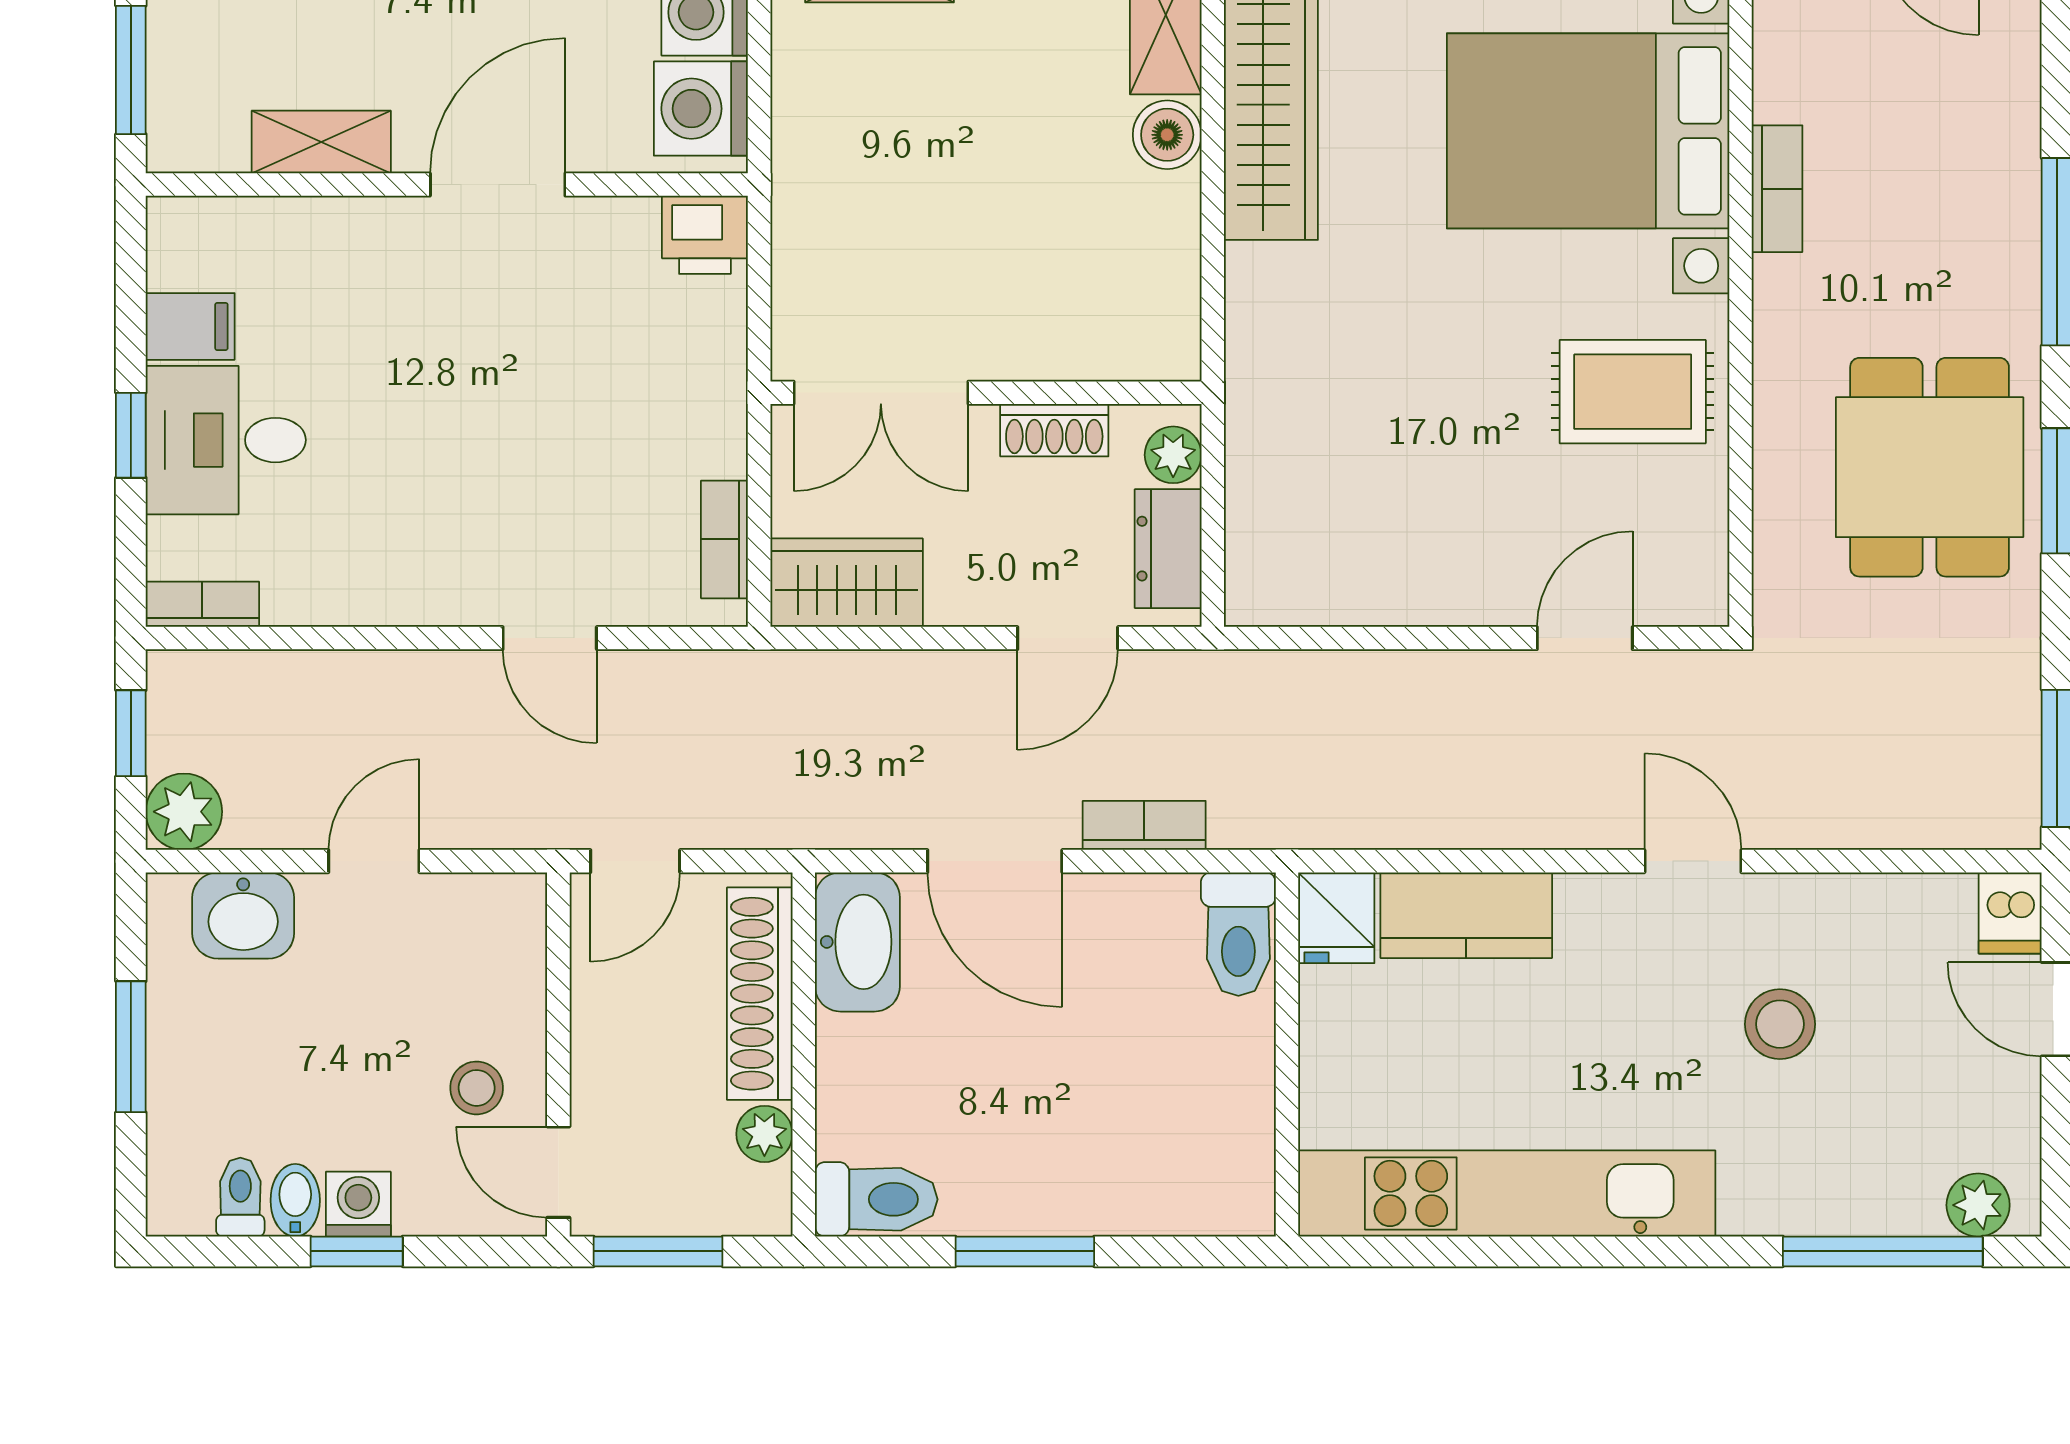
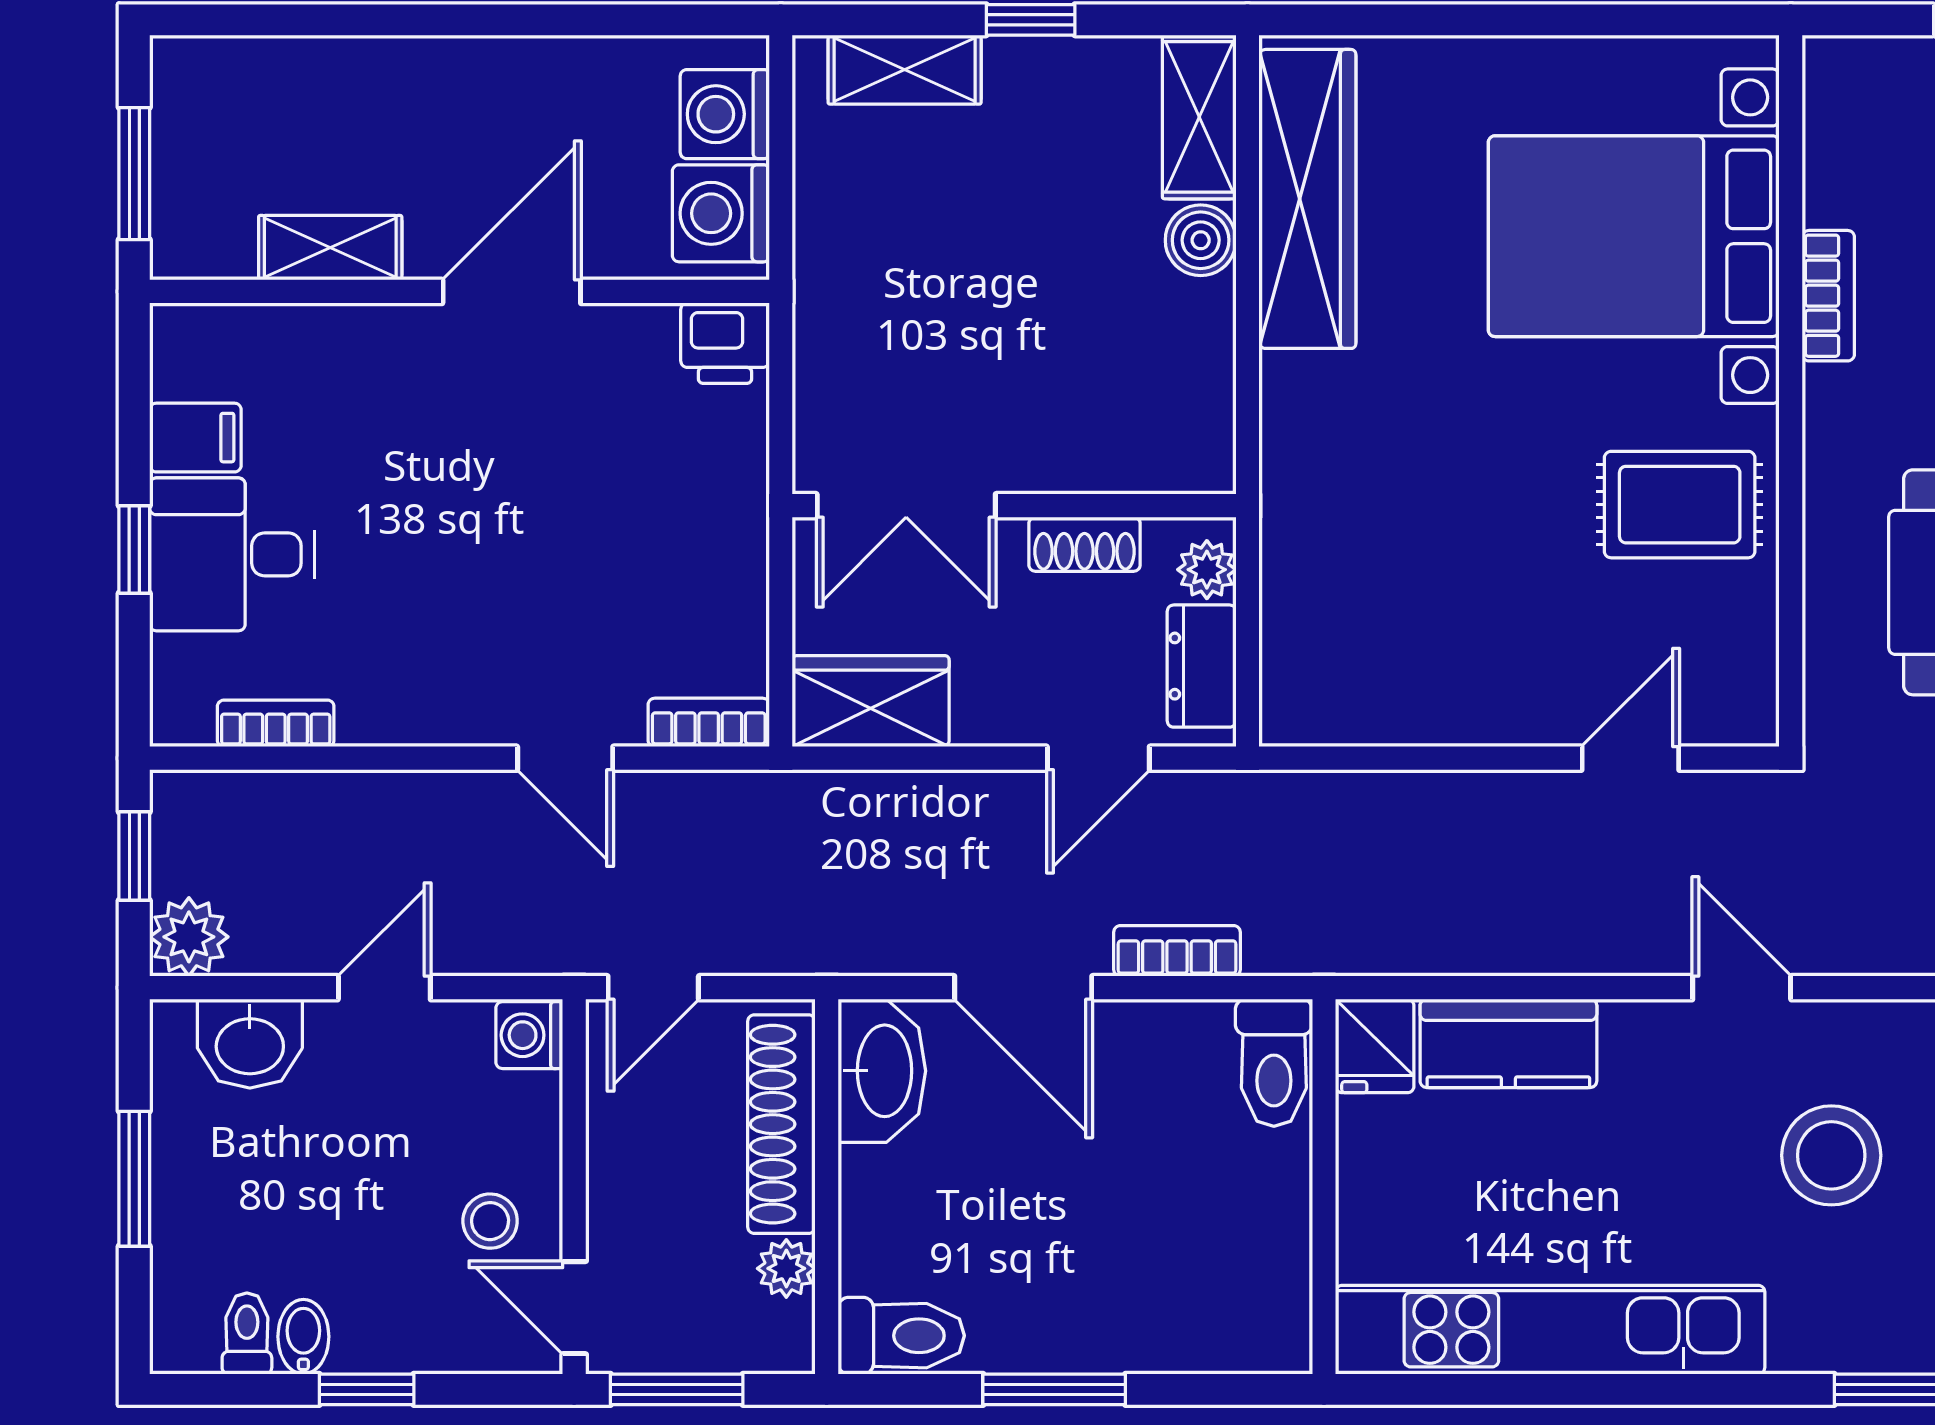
bookcase: (724, 539) -> (709, 722), moved, turned 90
bookcase: (202, 604) -> (276, 723), moved
stool: (1780, 1024) -> (1831, 1155), width x1.38, depth x1.38
washing machine: (358, 1204) -> (529, 1035), moved, turned -90

